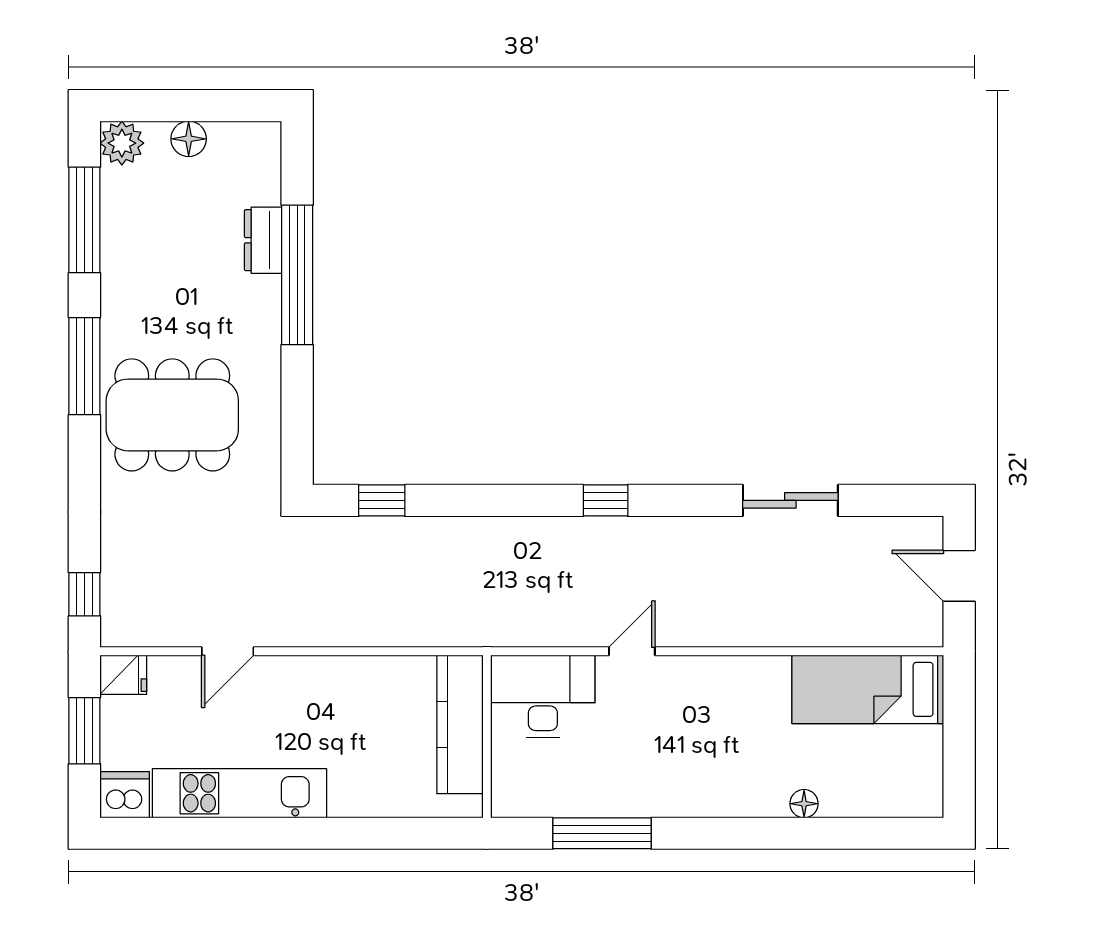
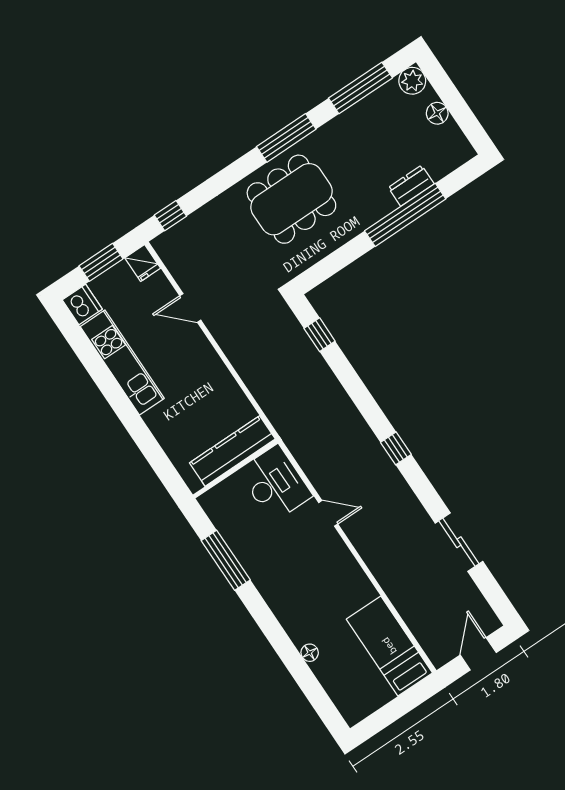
dining table: (172, 415) -> (291, 199), turned 90

